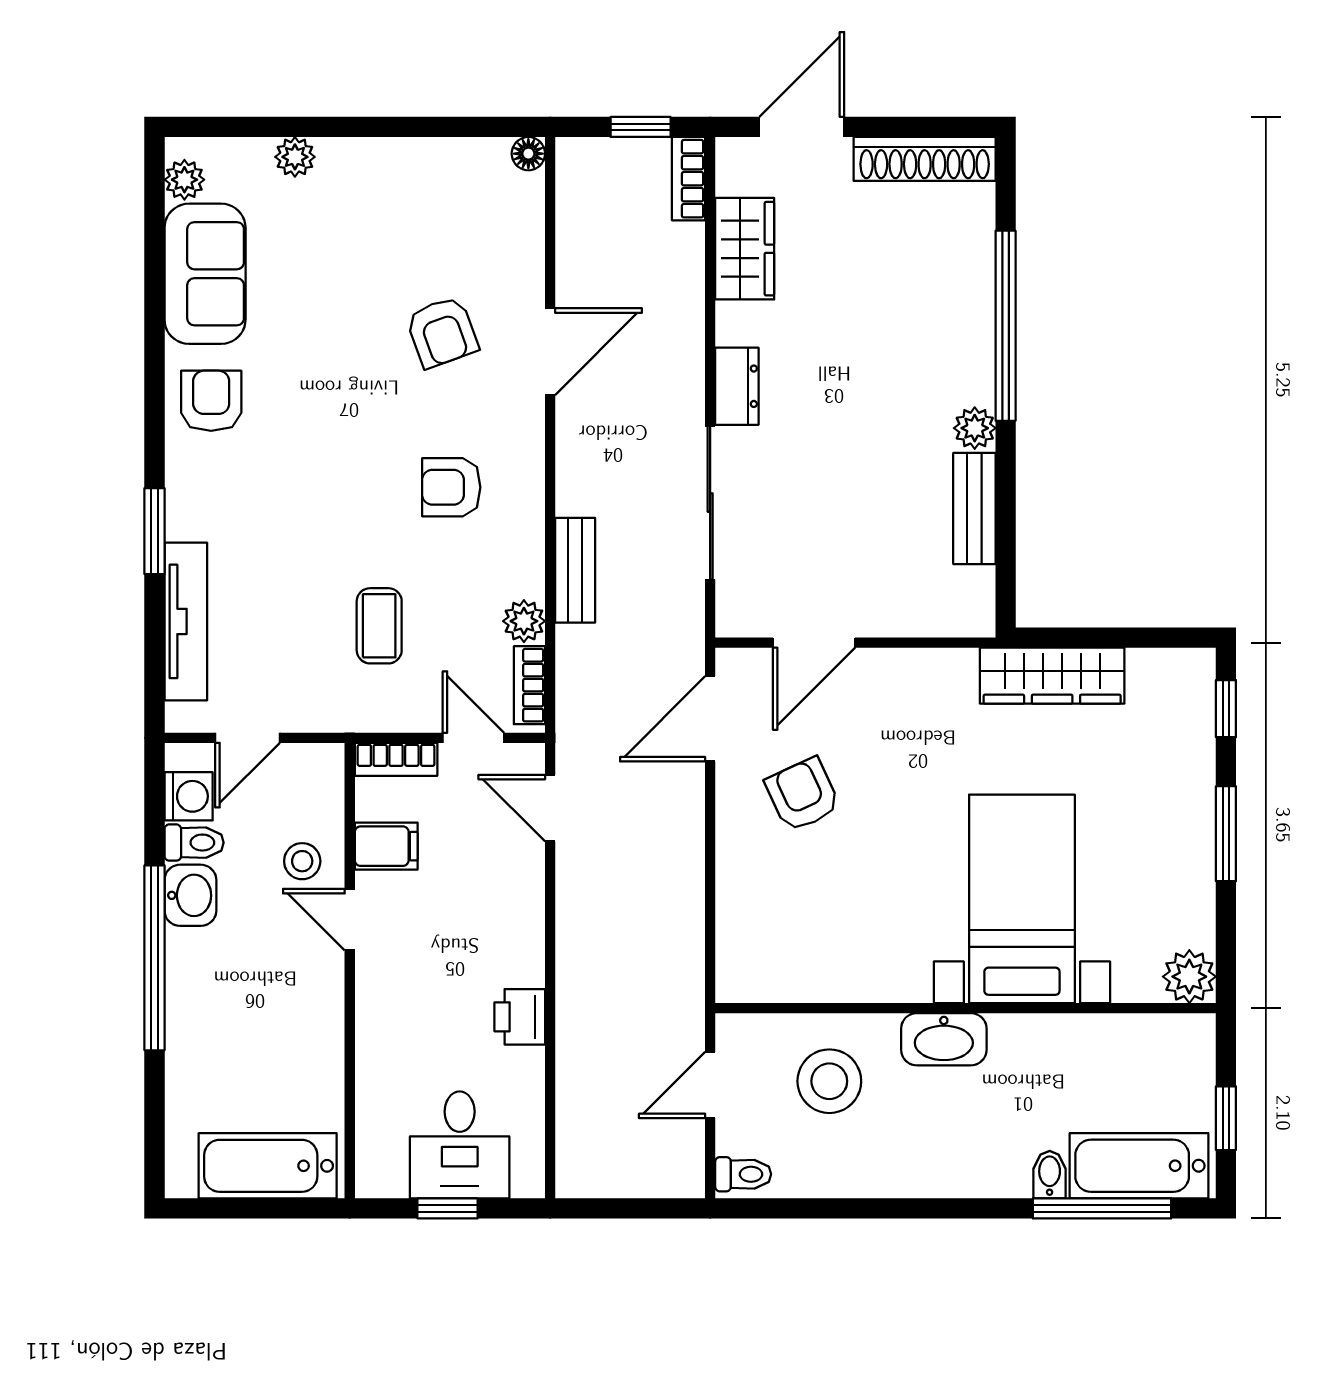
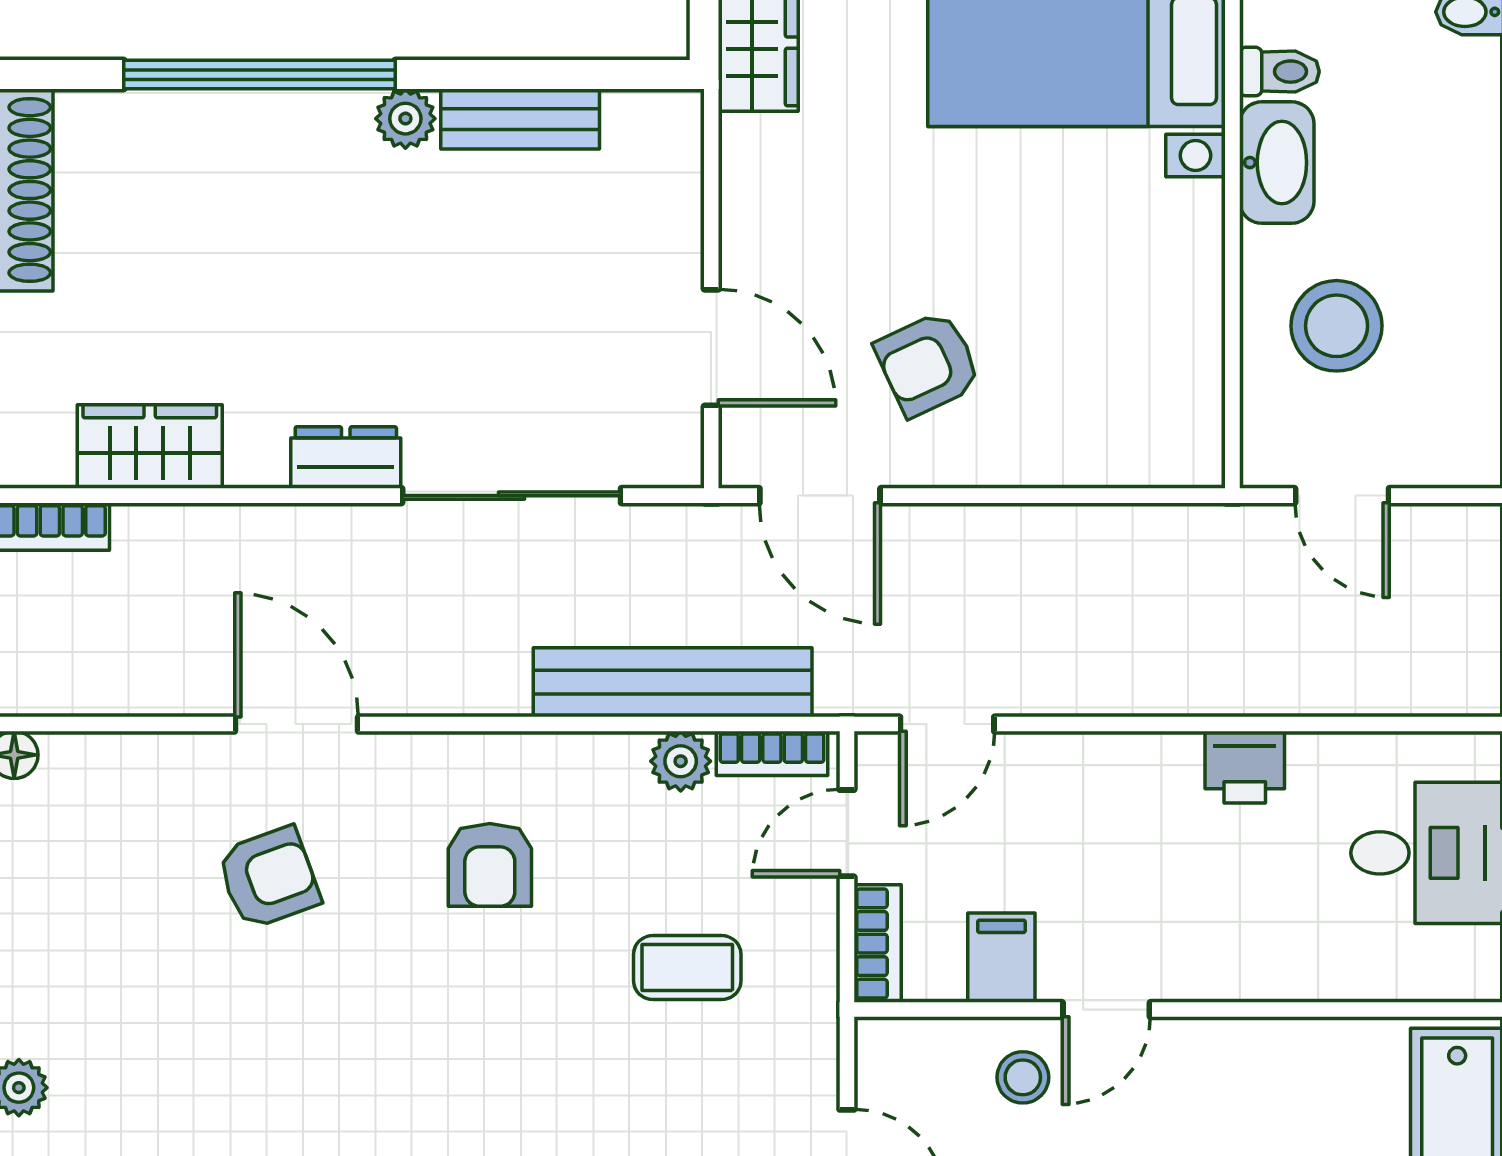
bench: (575, 570) -> (673, 682), width x1.86, depth x1.21
toilet: (743, 1174) -> (1279, 72), moved, turned 90

